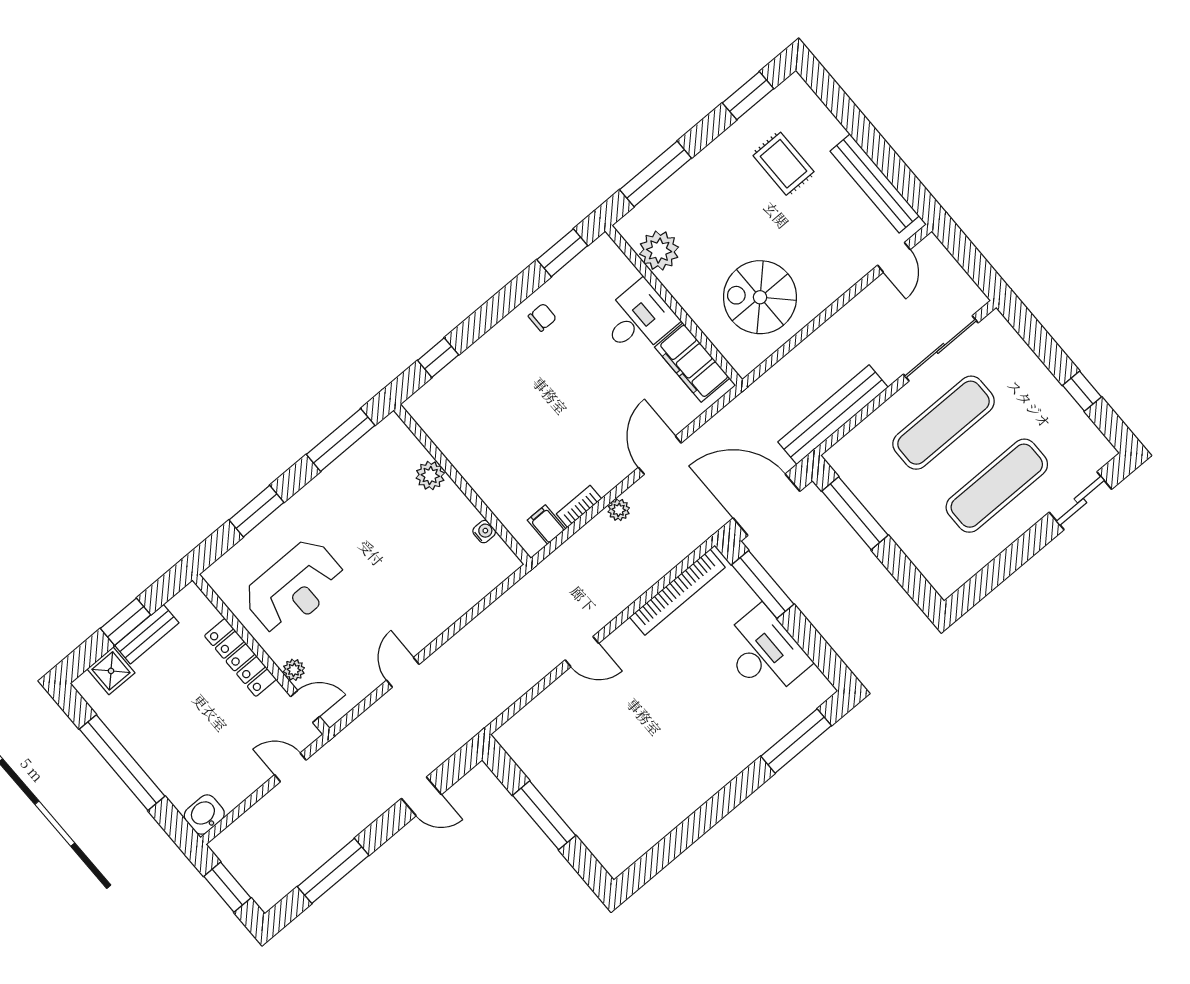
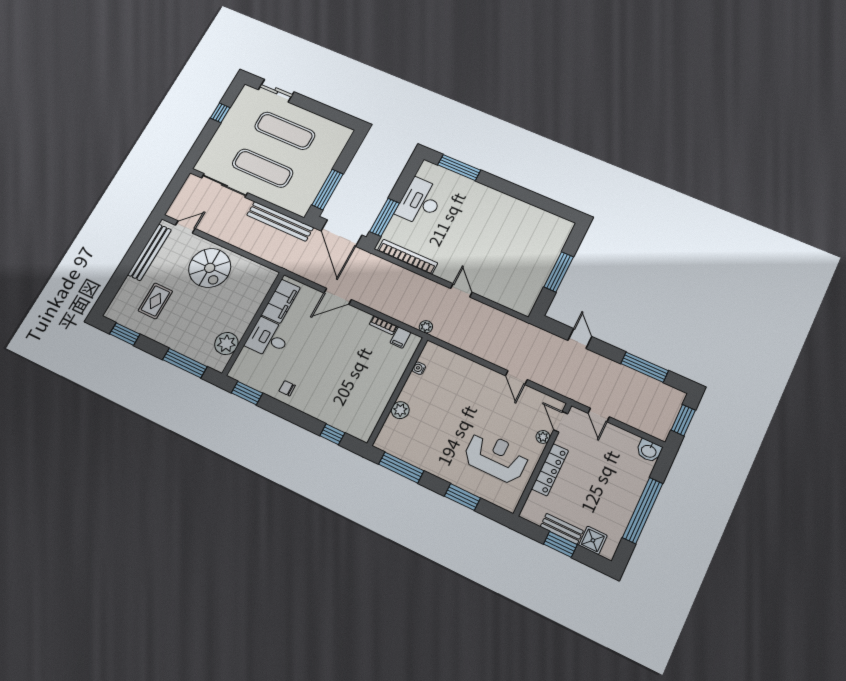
spiral stairs: (760, 297) -> (210, 268), moved
plant: (619, 510) -> (426, 327), moved
door: (403, 672) -> (516, 378), hinge flipped

